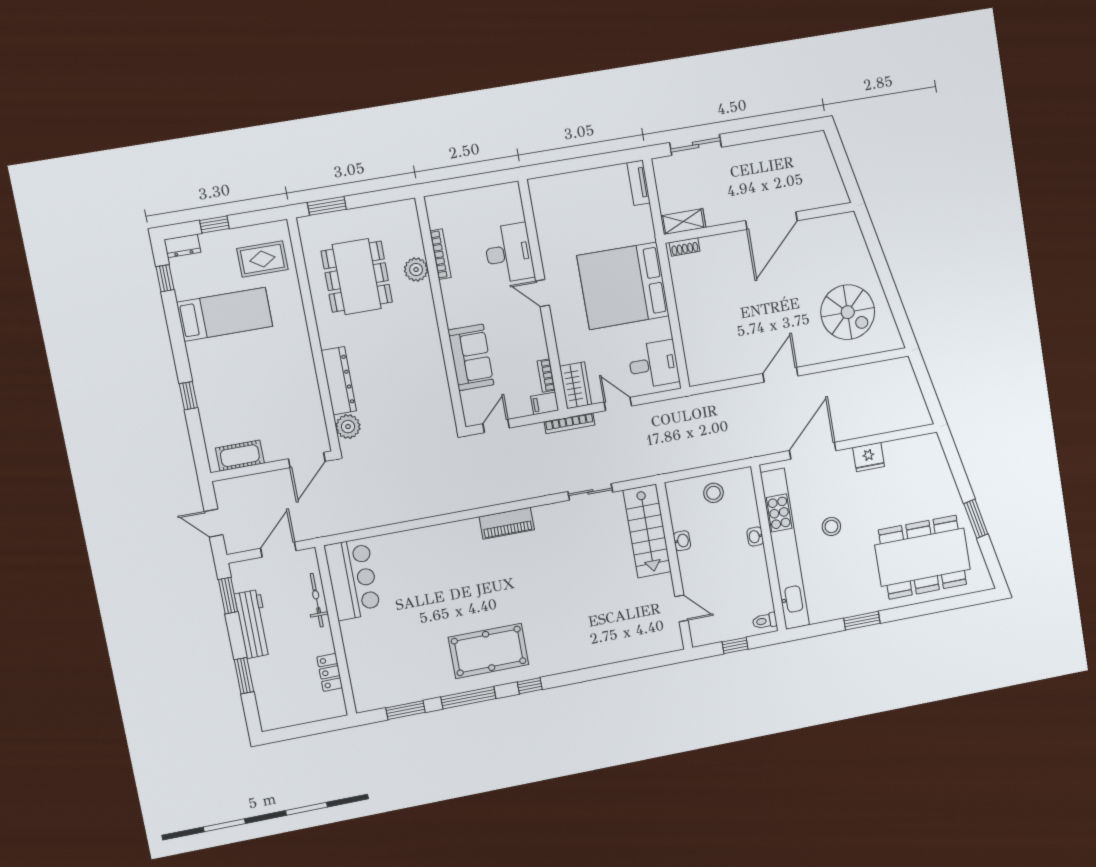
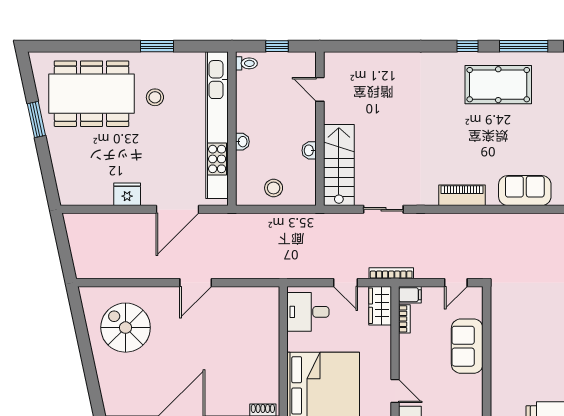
stool: (831, 526) -> (155, 97), moved
sofa: (438, 541) -> (525, 191), added

